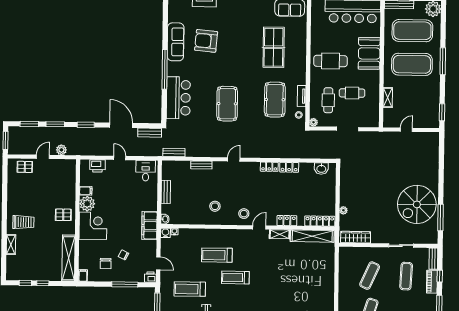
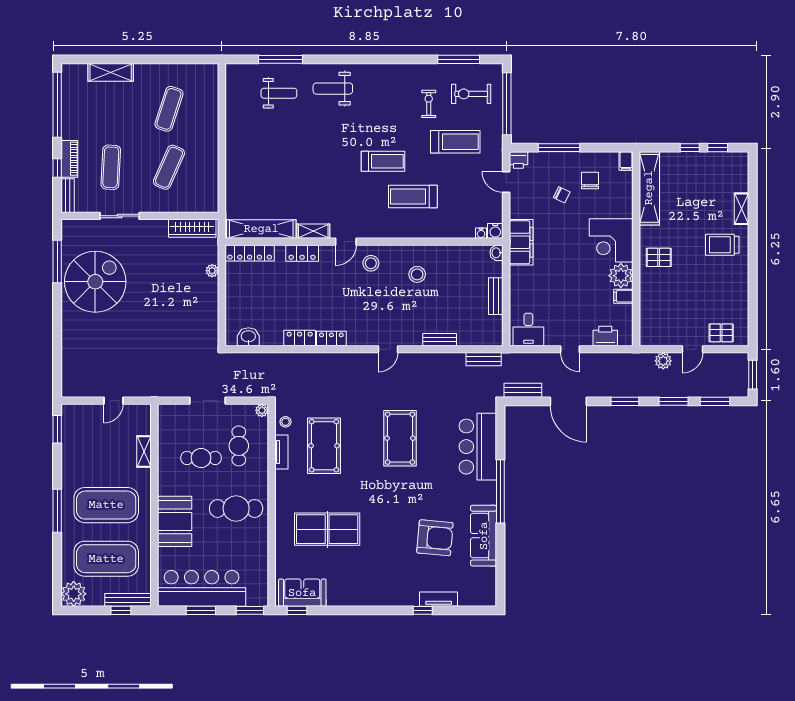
table tennis table: (274, 47) -> (327, 529), turned 90
treadmill: (217, 255) -> (413, 197), turned 180

